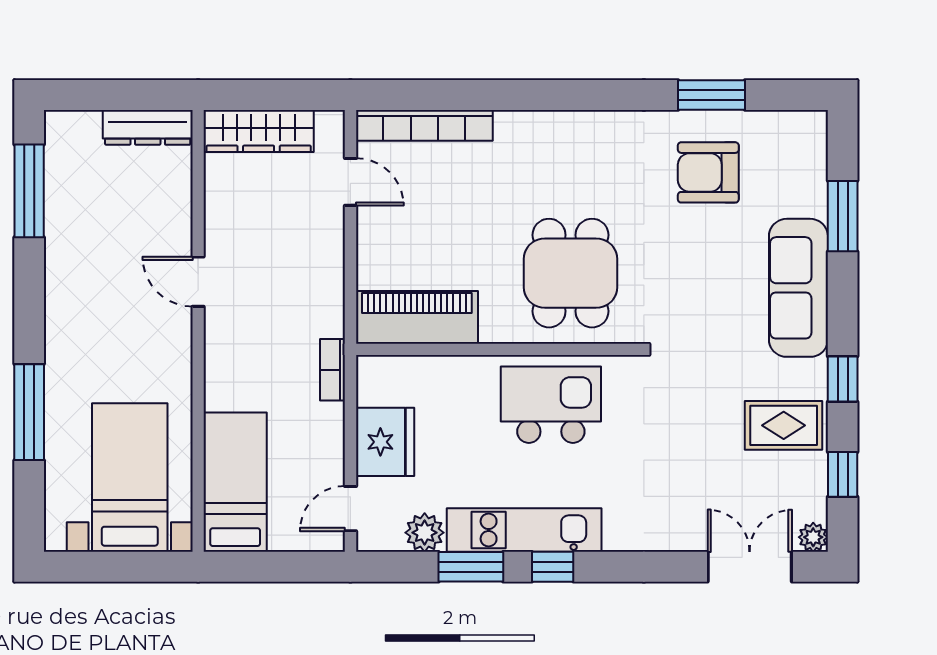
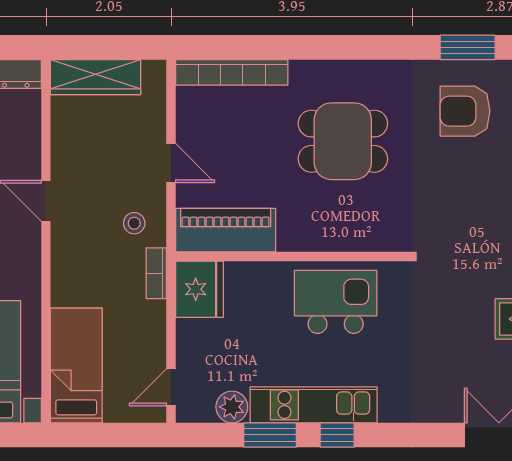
door: (350, 182) -> (171, 163), moved
dining table: (570, 273) -> (343, 141), moved, turned 90
stool: (306, 309) -> (134, 223), added
fridge: (385, 442) -> (199, 289), moved

